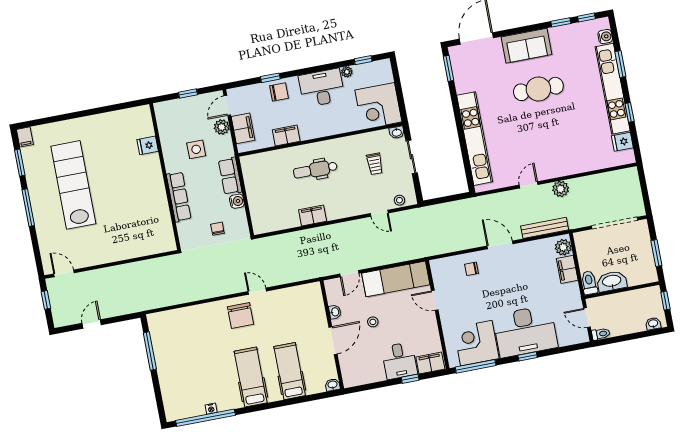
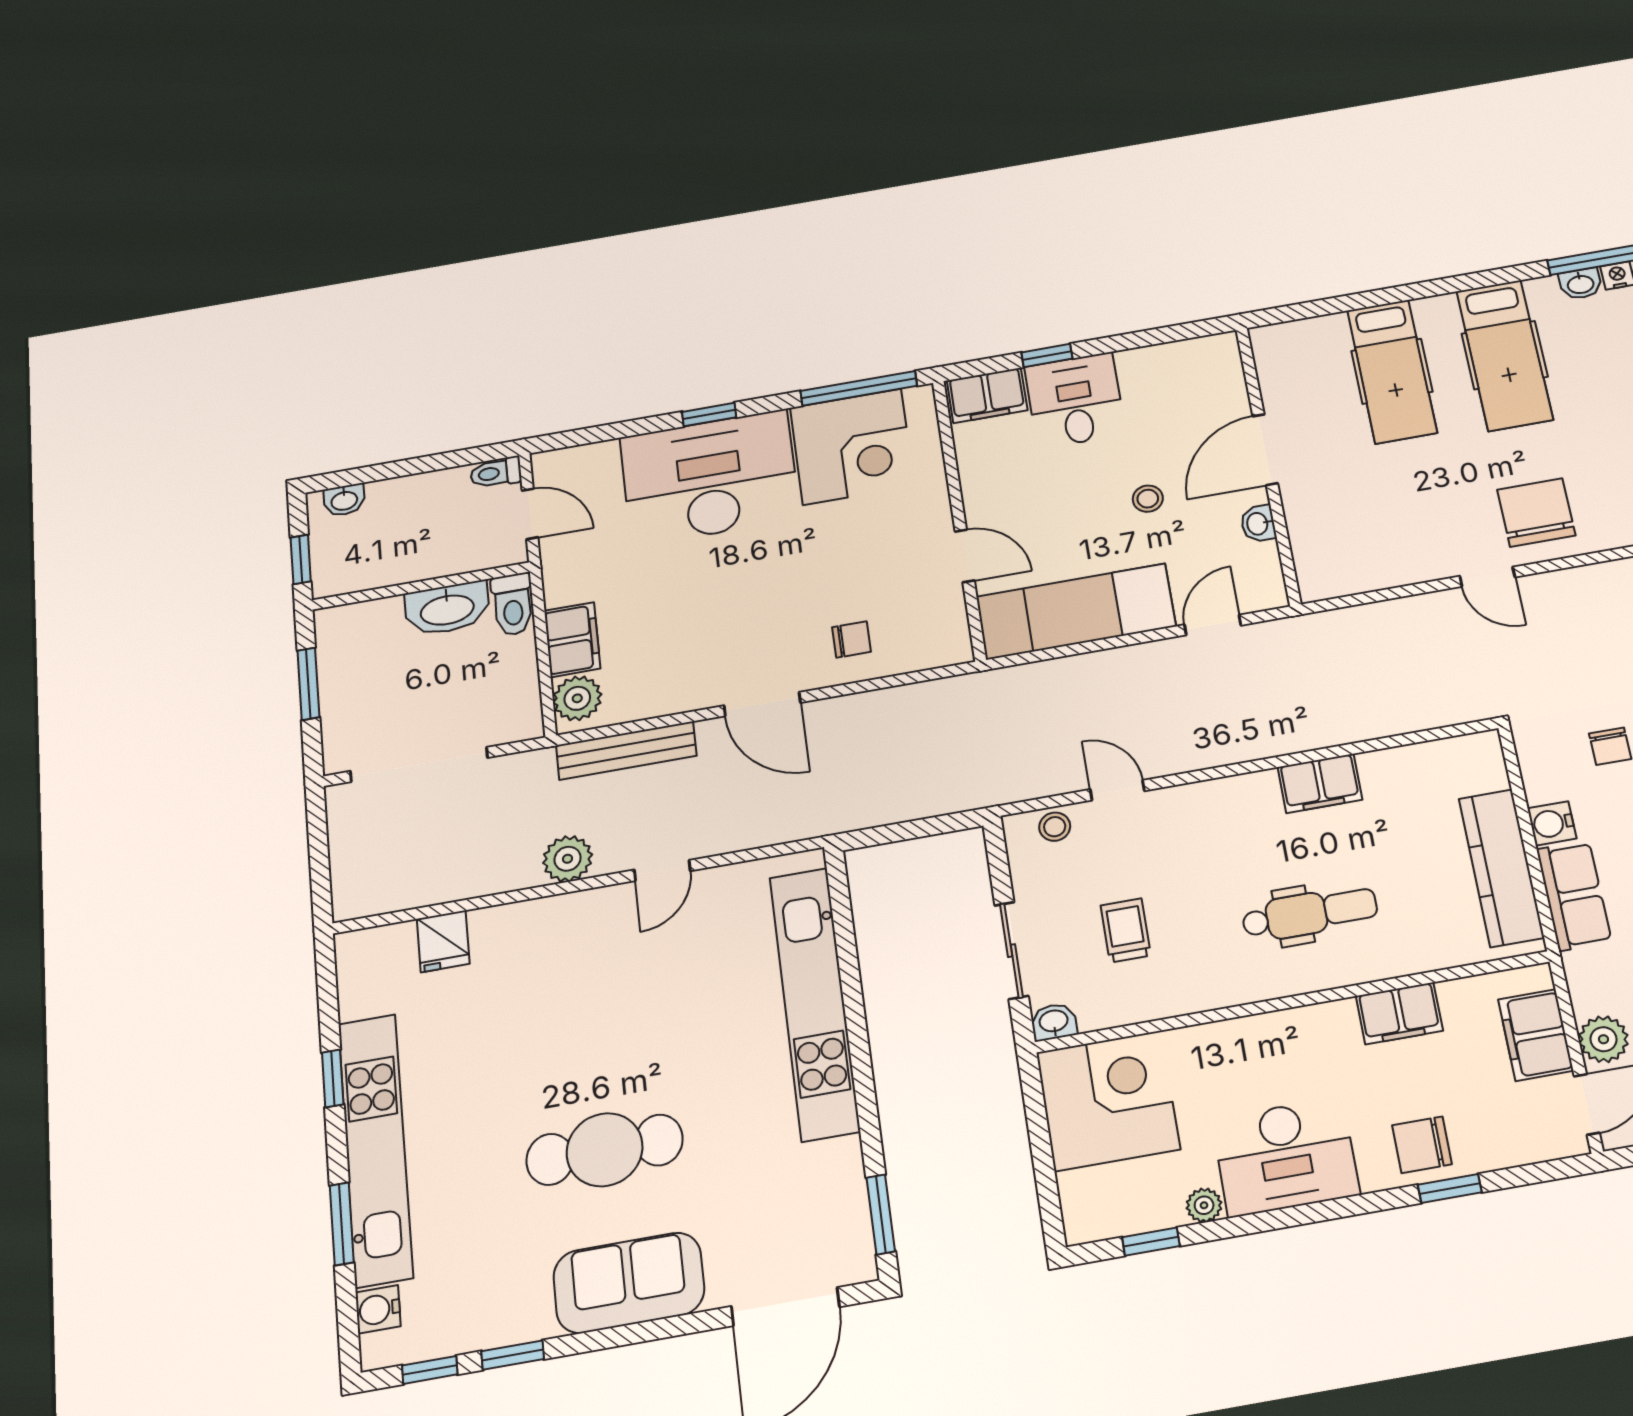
fridge: (622, 142) -> (443, 941), moved, turned 90
kitchen counter: (253, 186) -> (1501, 868), added
washbasin: (333, 385) -> (1580, 284), moved

